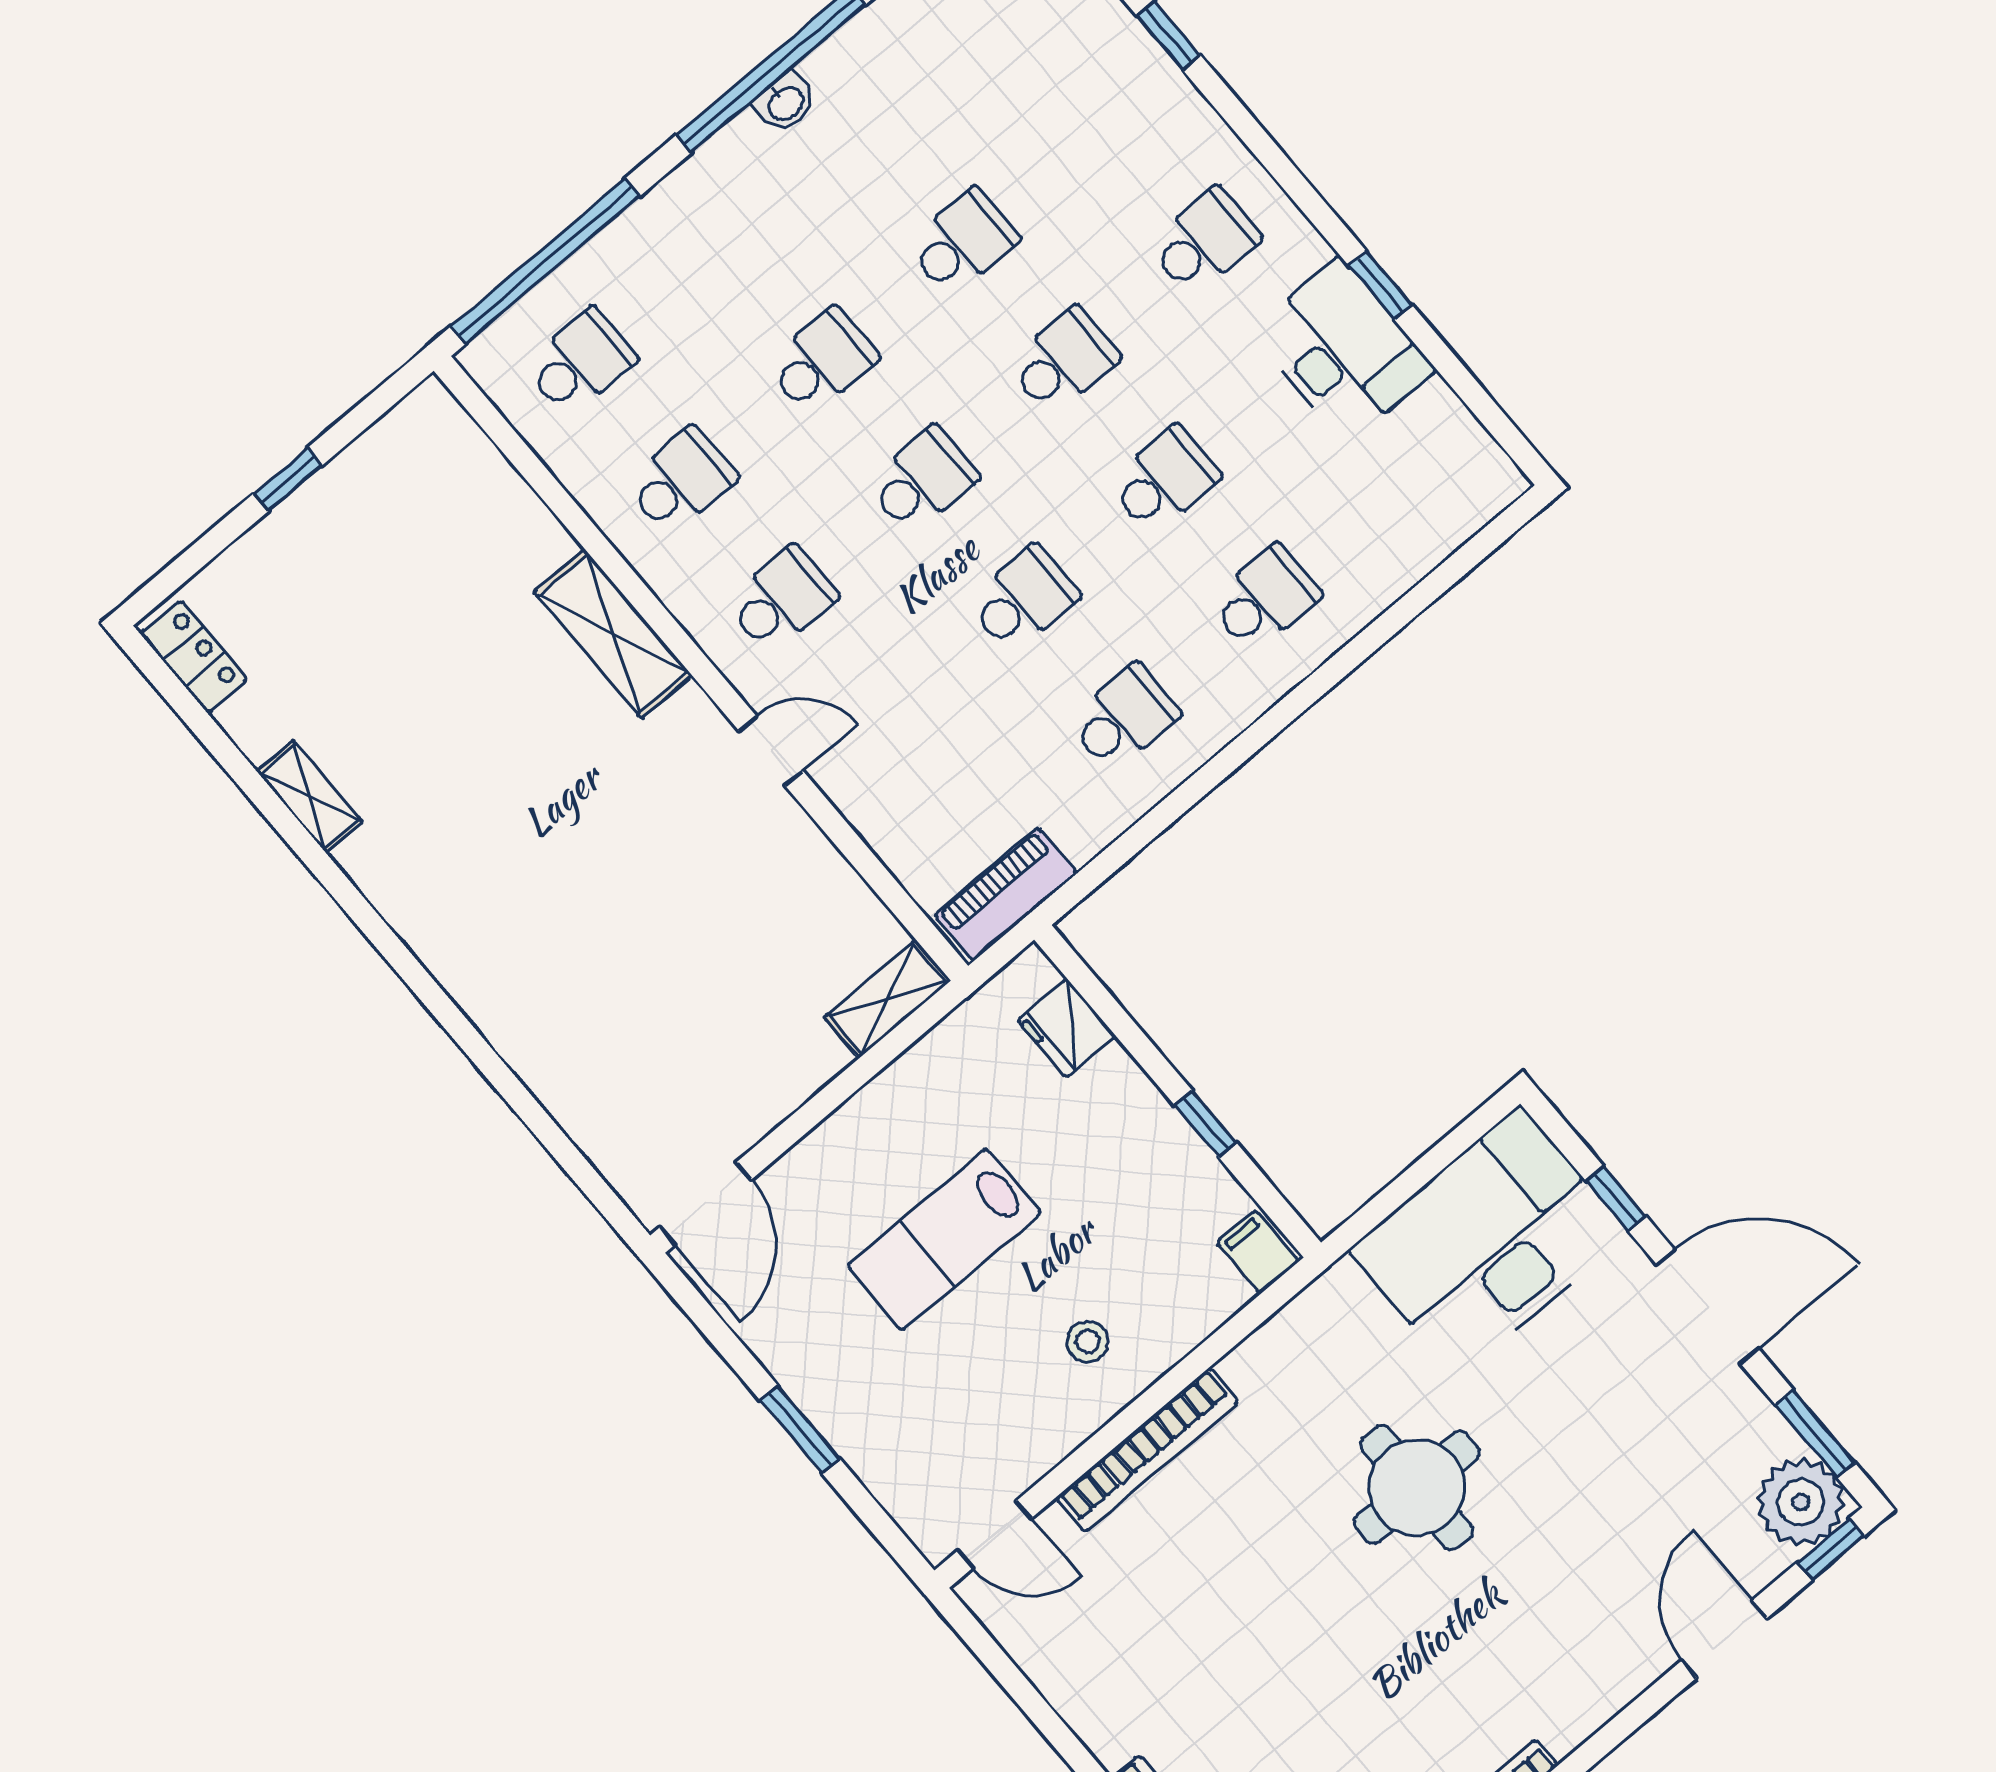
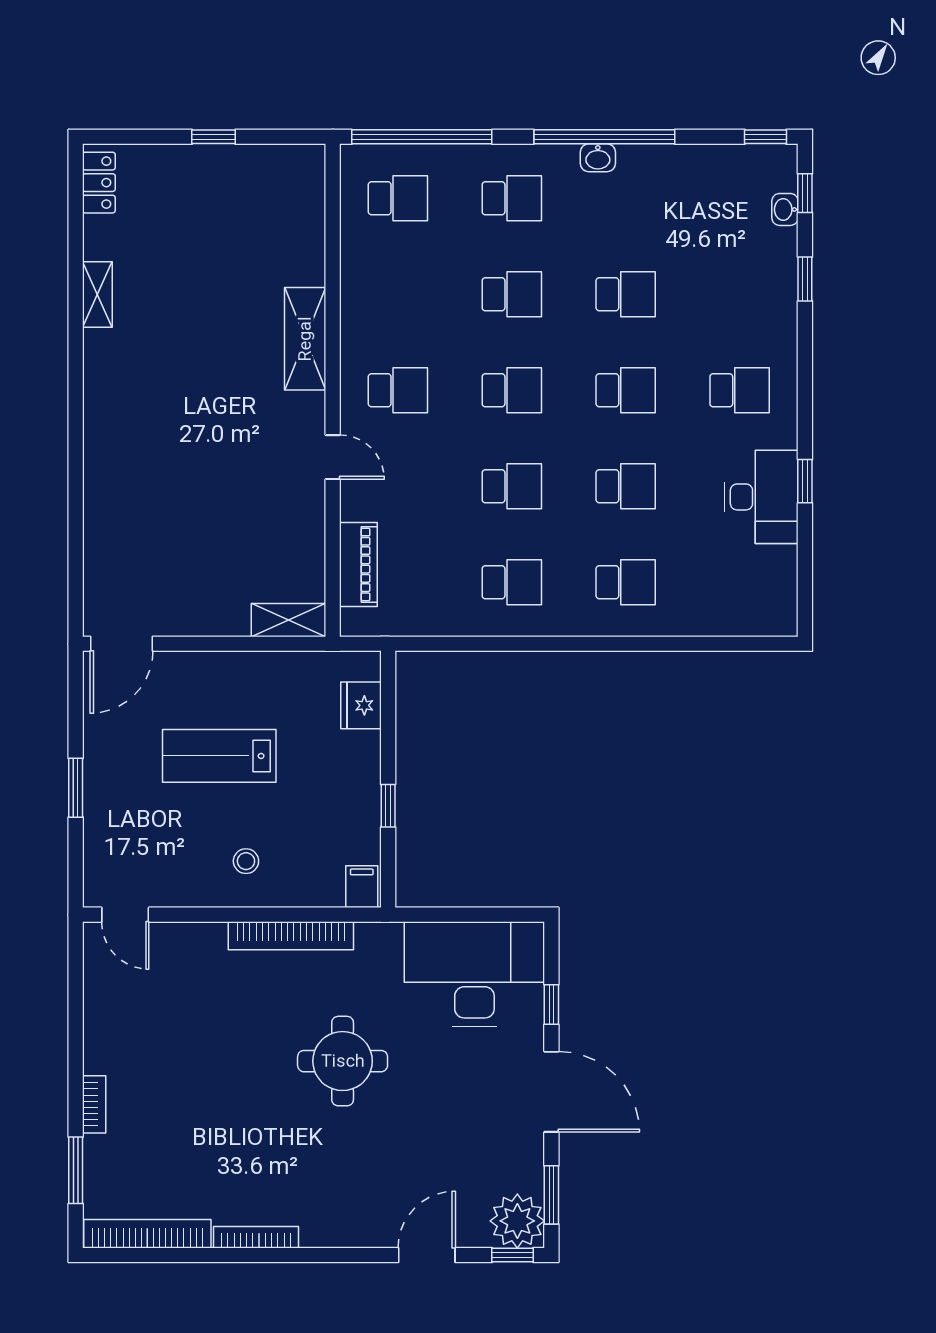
school desk: (681, 481) -> (512, 198), moved
piano: (1006, 894) -> (358, 564), moved, turned 90
bookcase: (1147, 1450) -> (291, 936), moved

